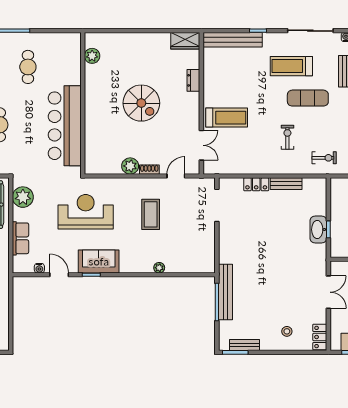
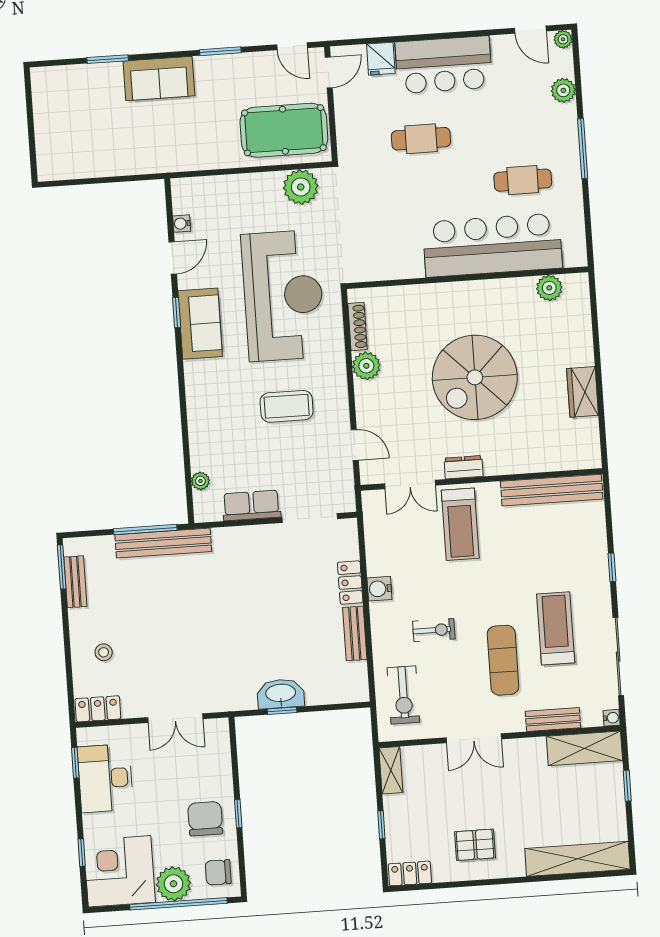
bench: (233, 40) -> (552, 490), moved, turned 90
wardrobe: (185, 41) -> (583, 392), moved
dresser: (193, 80) -> (464, 467), moved
spiral stairs: (141, 103) -> (475, 377), width x1.37, depth x1.37
bar counter: (65, 126) -> (492, 245), moved
exercise bike: (324, 158) -> (403, 695), width x1.38, depth x1.39
water cooler: (261, 167) -> (379, 589), added
shoe rack: (149, 170) -> (358, 326), moved, width x1.43
reception desk: (86, 212) -> (283, 296), width x1.36, depth x1.30
row of seats: (21, 238) -> (251, 505), moved, turned 180
plant: (159, 268) -> (200, 481), moved

